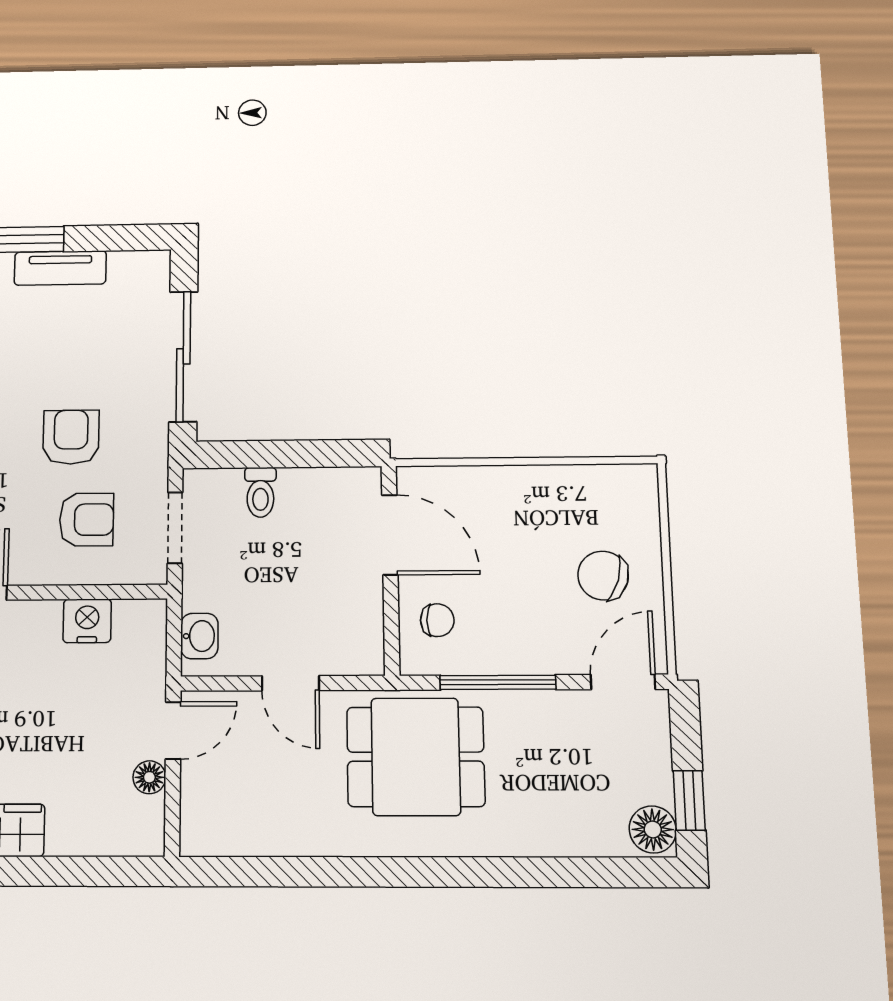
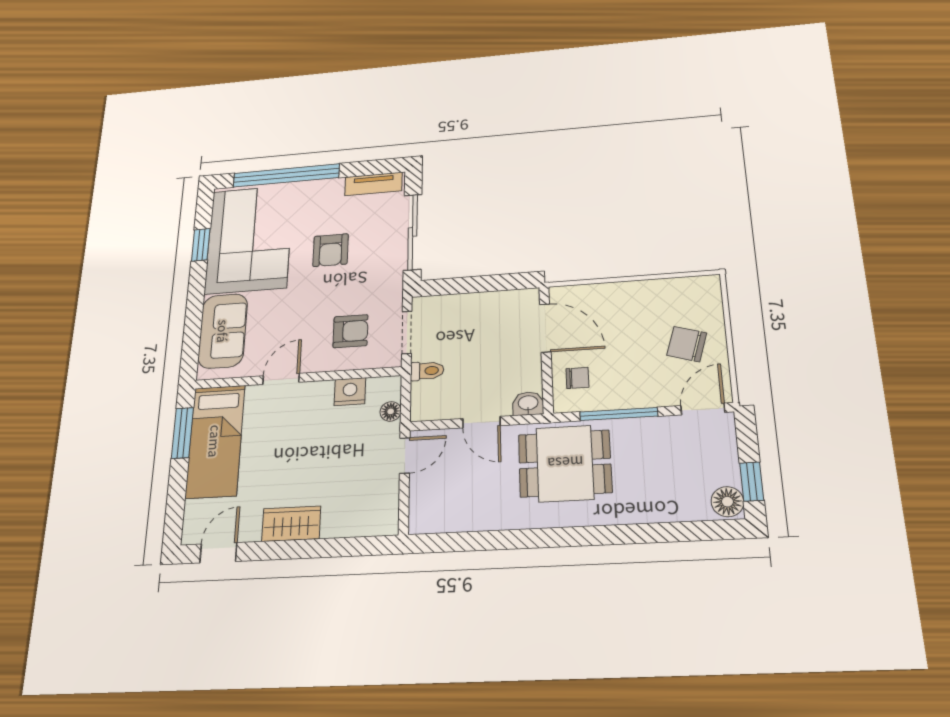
tv unit: (60, 268) -> (373, 184), moved
armchair: (71, 437) -> (331, 250), moved, turned 180
toilet: (260, 492) -> (427, 371), moved, turned -90
washbasin: (199, 636) -> (528, 403), moved, turned -90
floor lamp: (149, 777) -> (391, 411), moved

